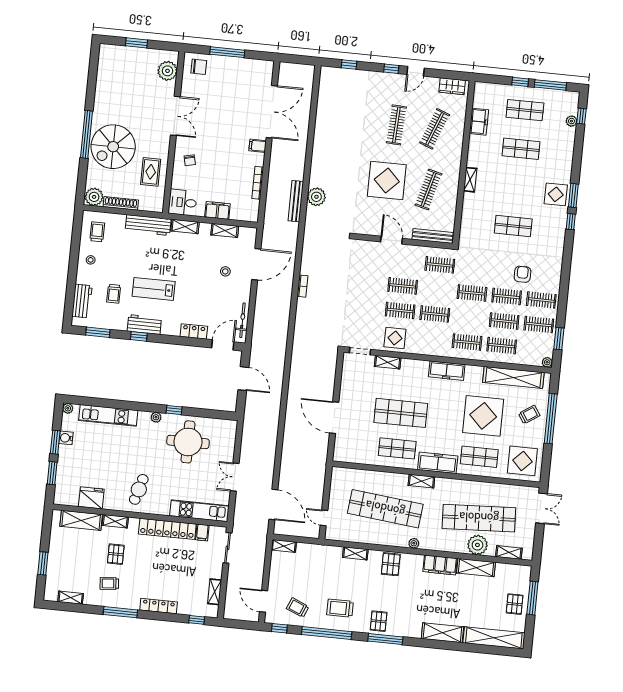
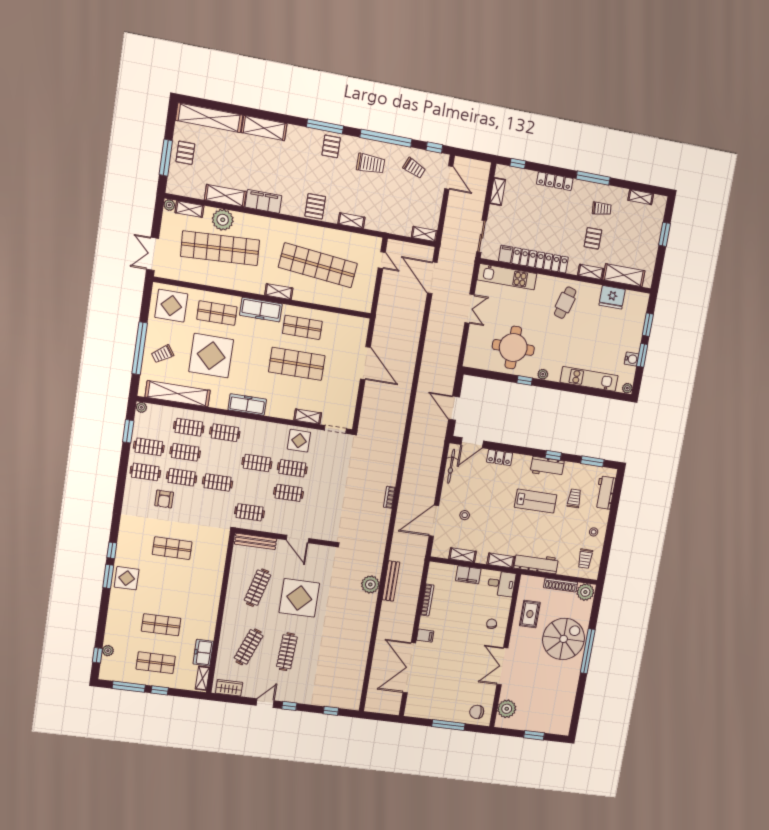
shelving: (470, 180) -> (202, 678), moved
plant: (414, 543) -> (169, 205), moved

